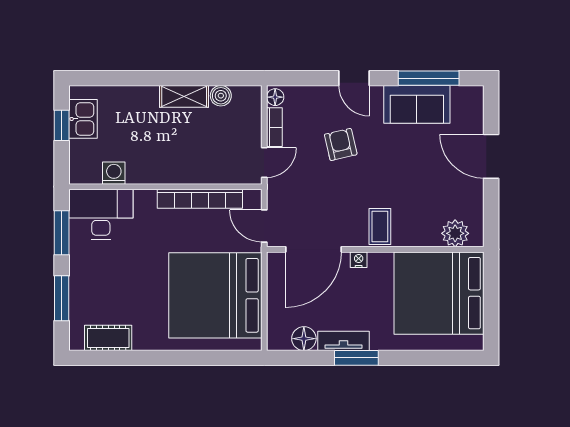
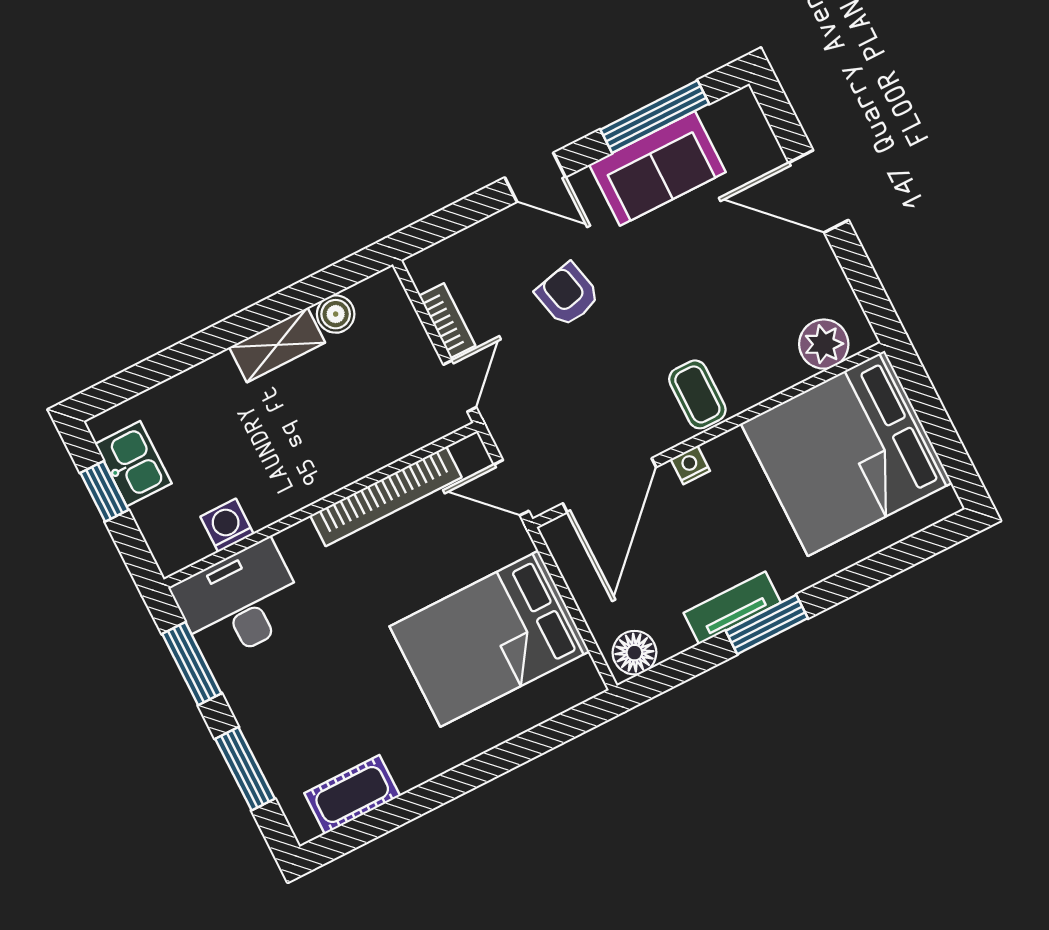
floor lamp: (275, 97) -> (424, 272), removed
bed: (215, 295) -> (489, 639), width x0.73
floor lamp: (304, 339) -> (634, 653), moved

